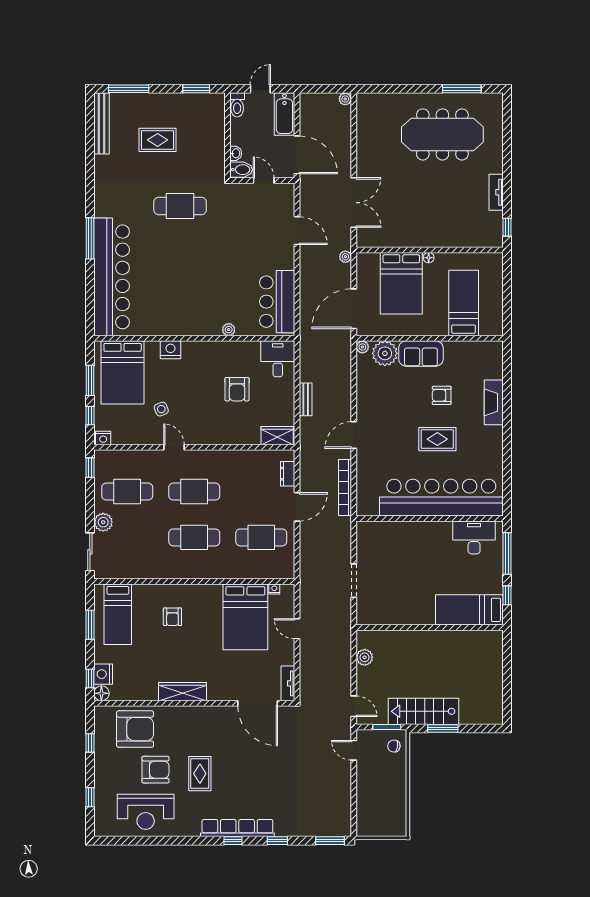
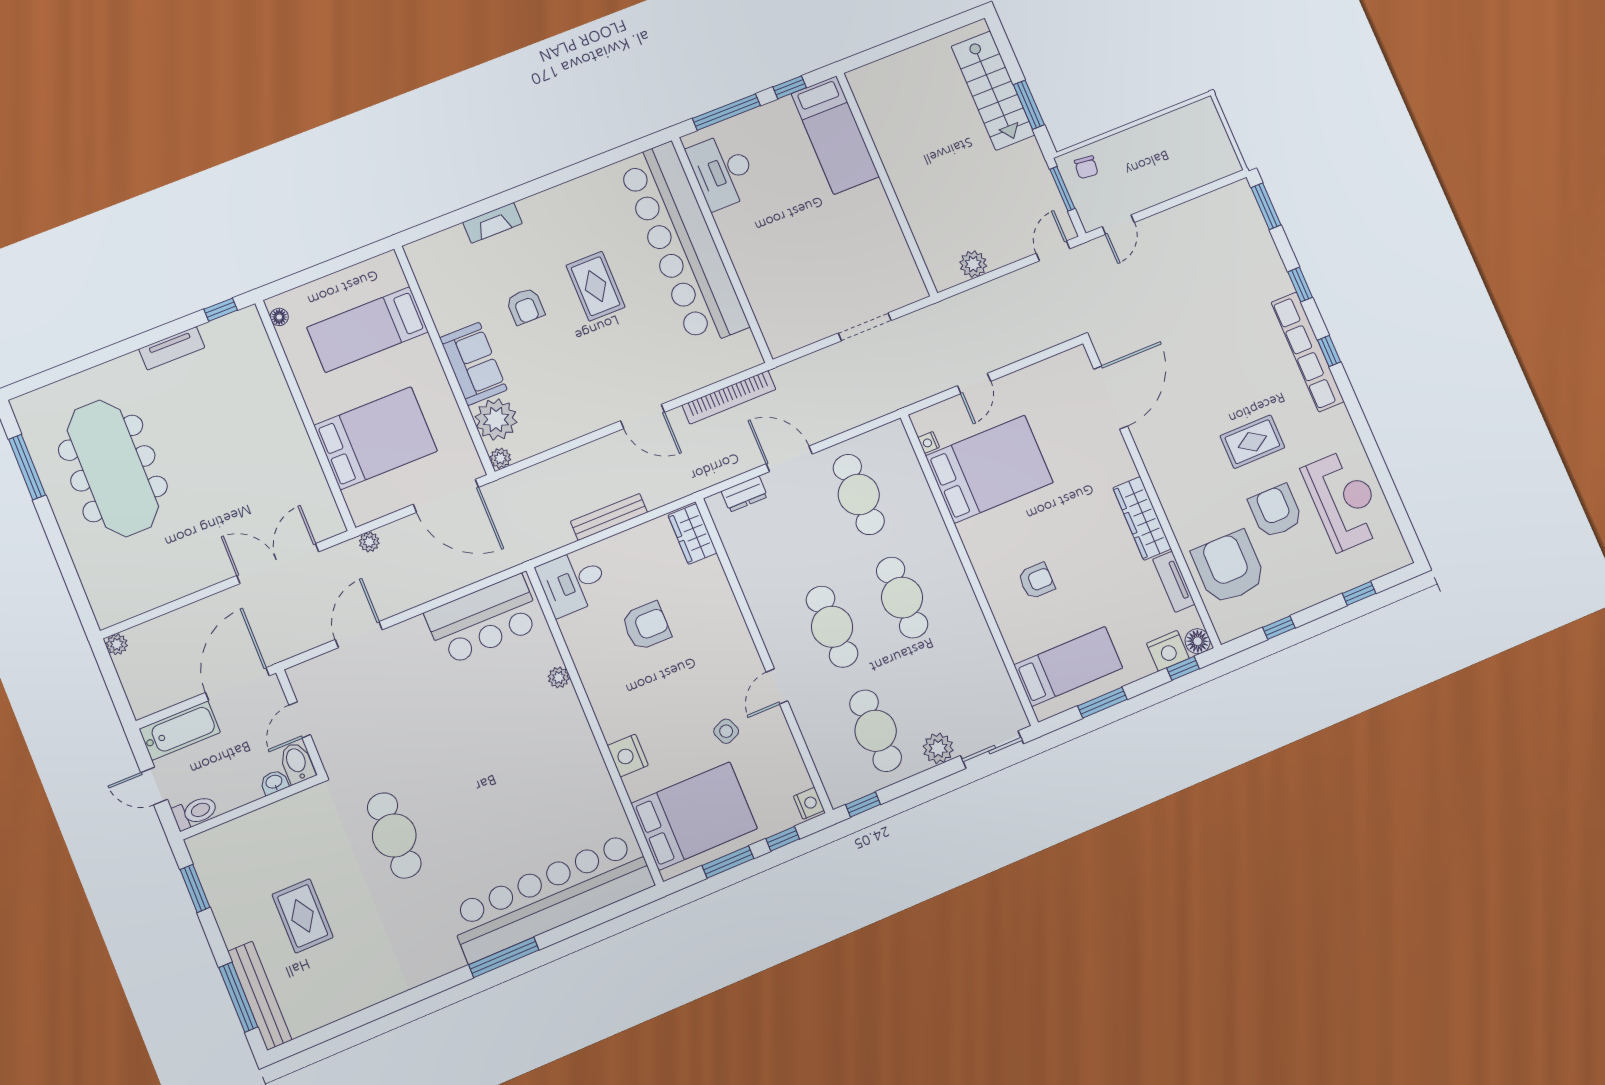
bench: (102, 123) -> (260, 996), moved, turned 90
floor lamp: (429, 258) -> (279, 317), moved
bench: (306, 399) -> (609, 517), width x1.36
fireplace: (494, 402) -> (492, 223), width x0.73, depth x0.76
tv unit: (288, 683) -> (1174, 582), moved, turned 90
stairs: (423, 711) -> (993, 91), moved

